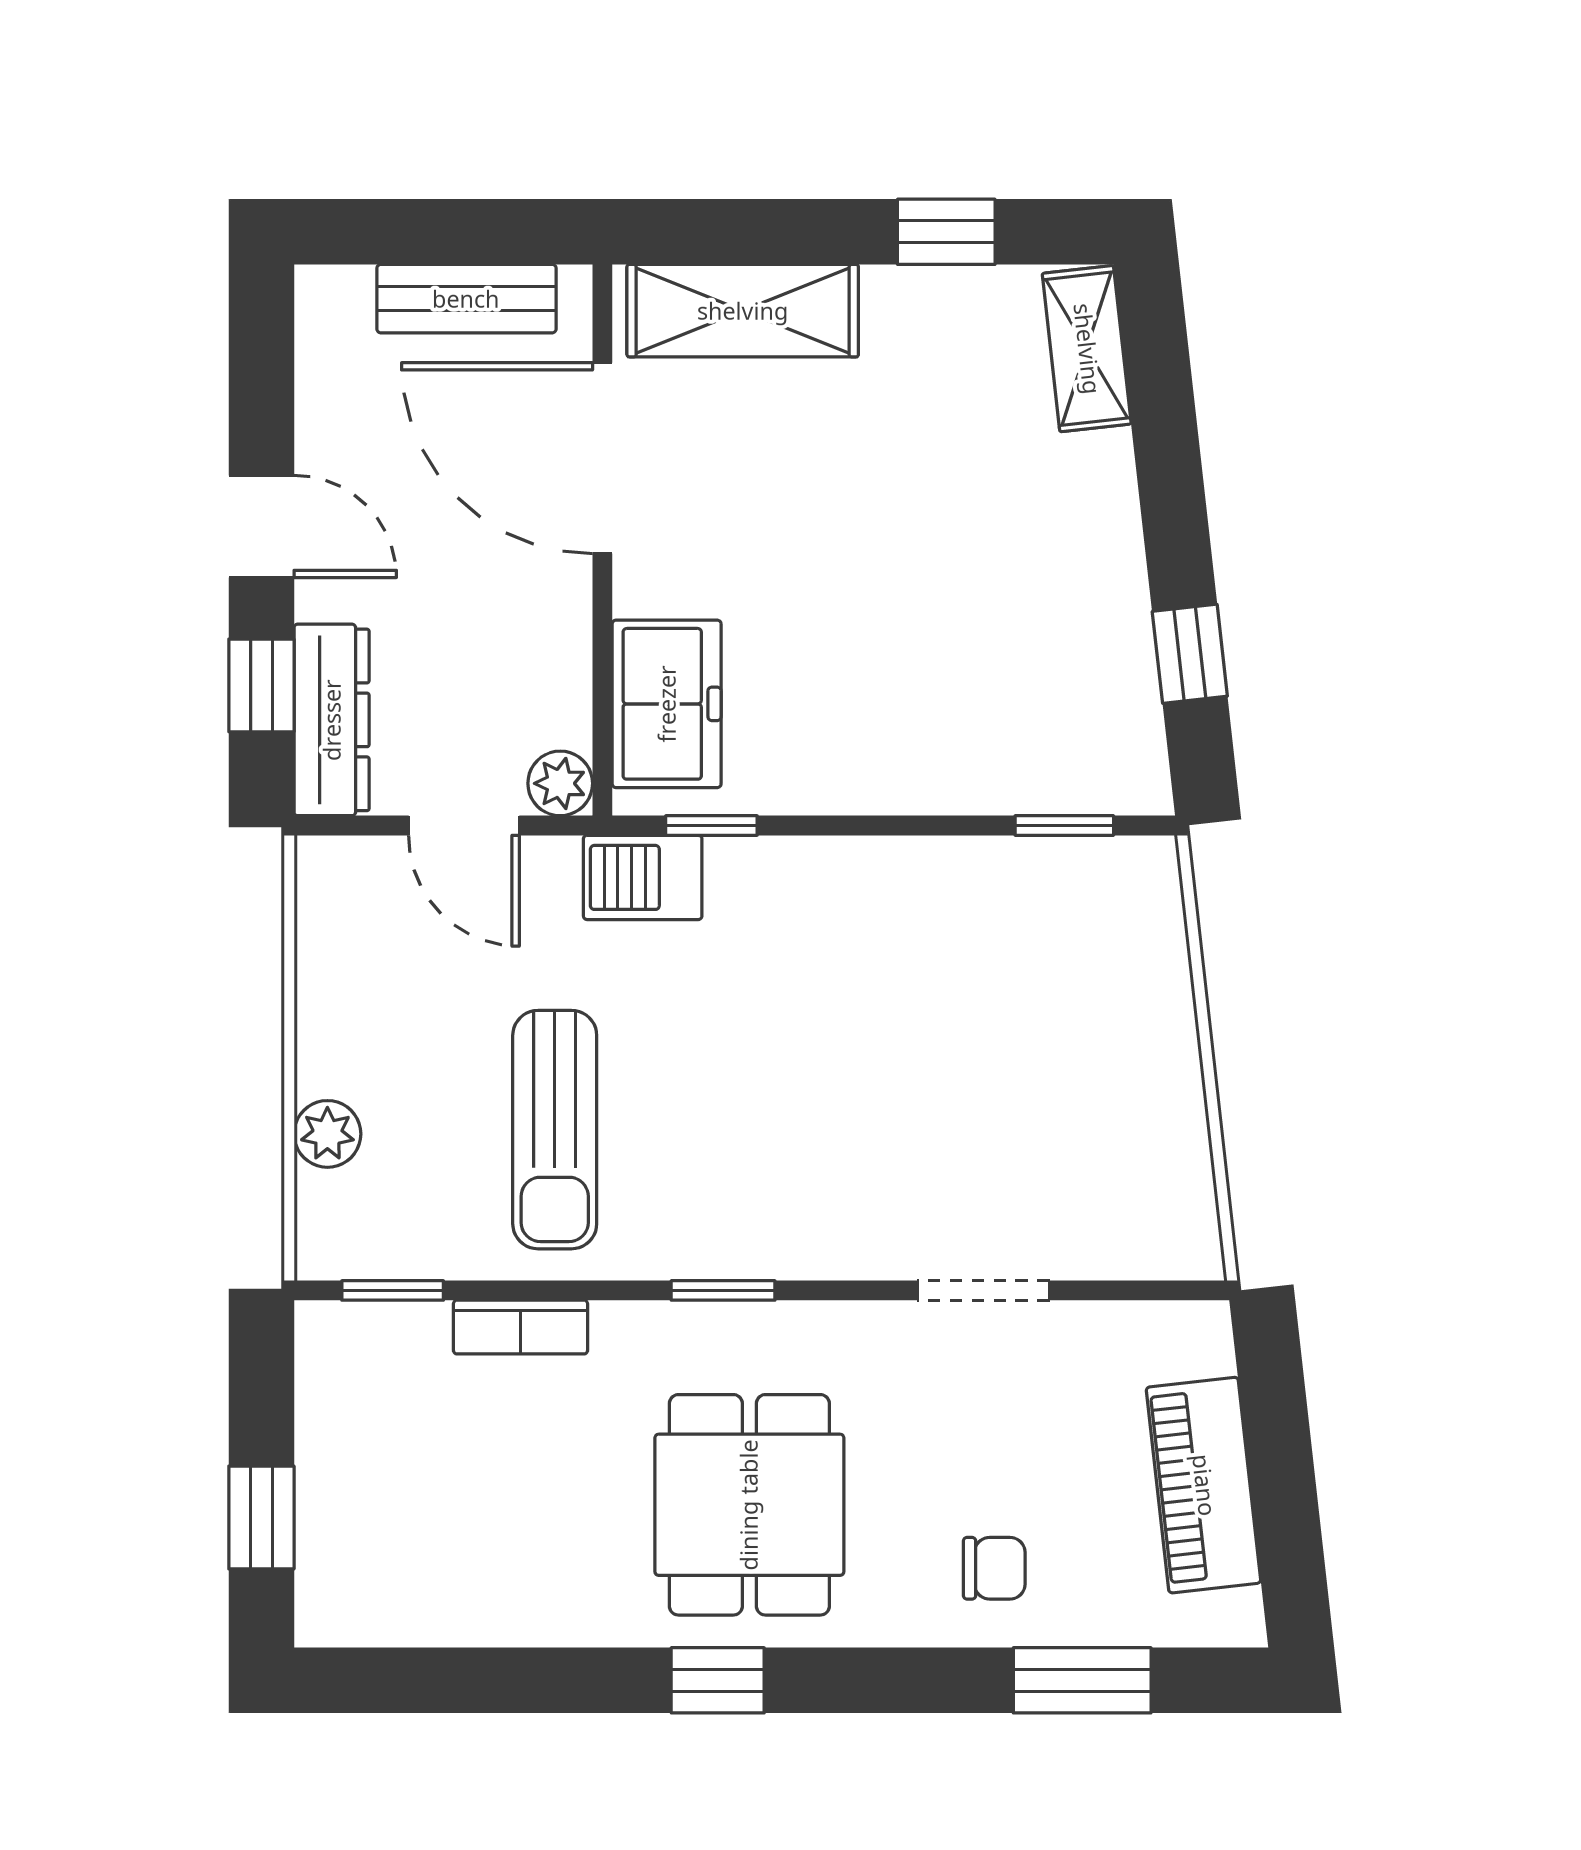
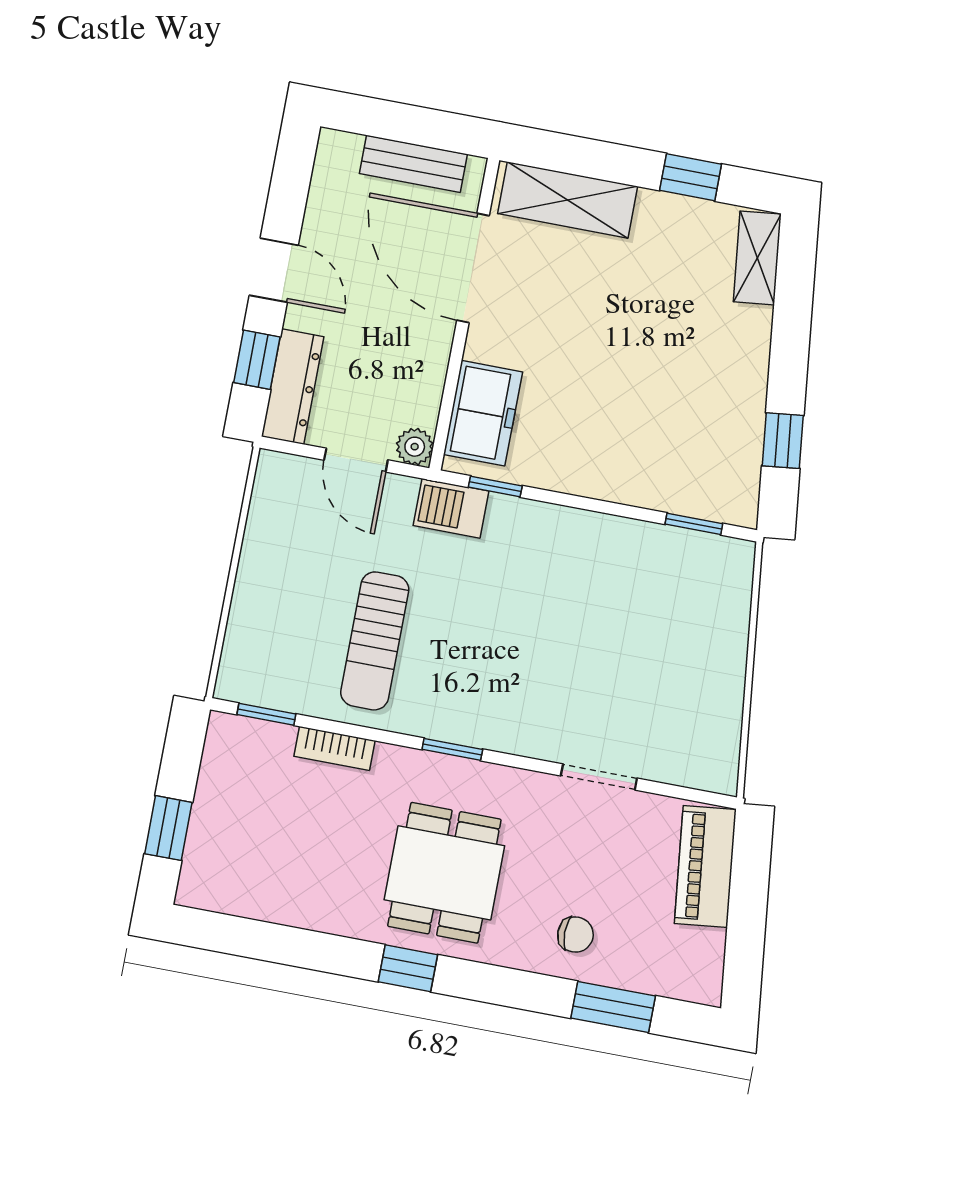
plant: (327, 1134) -> (246, 619), removed
piano: (1204, 1485) -> (705, 866), moved

